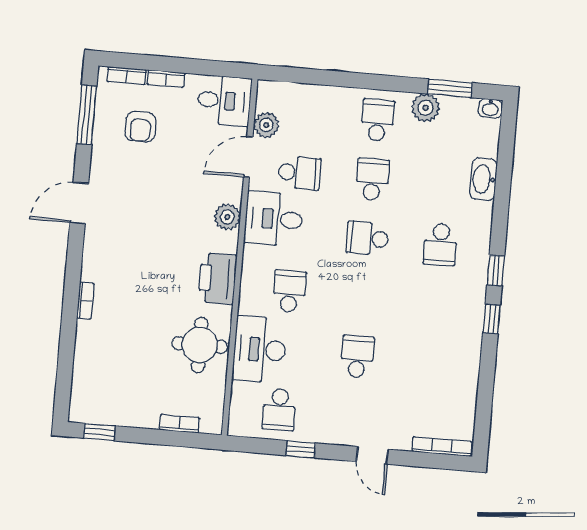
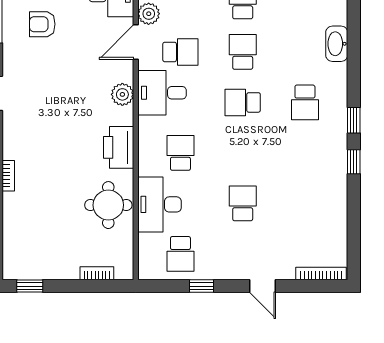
armchair: (140, 127) -> (42, 24), turned 90

